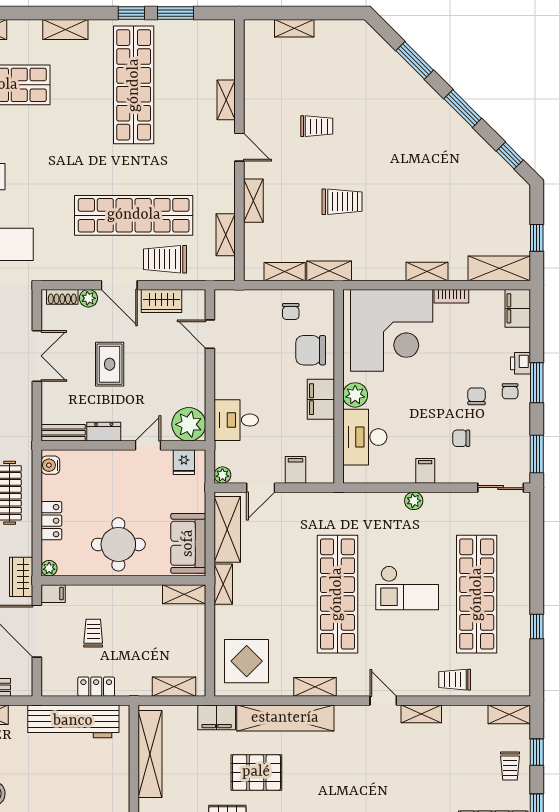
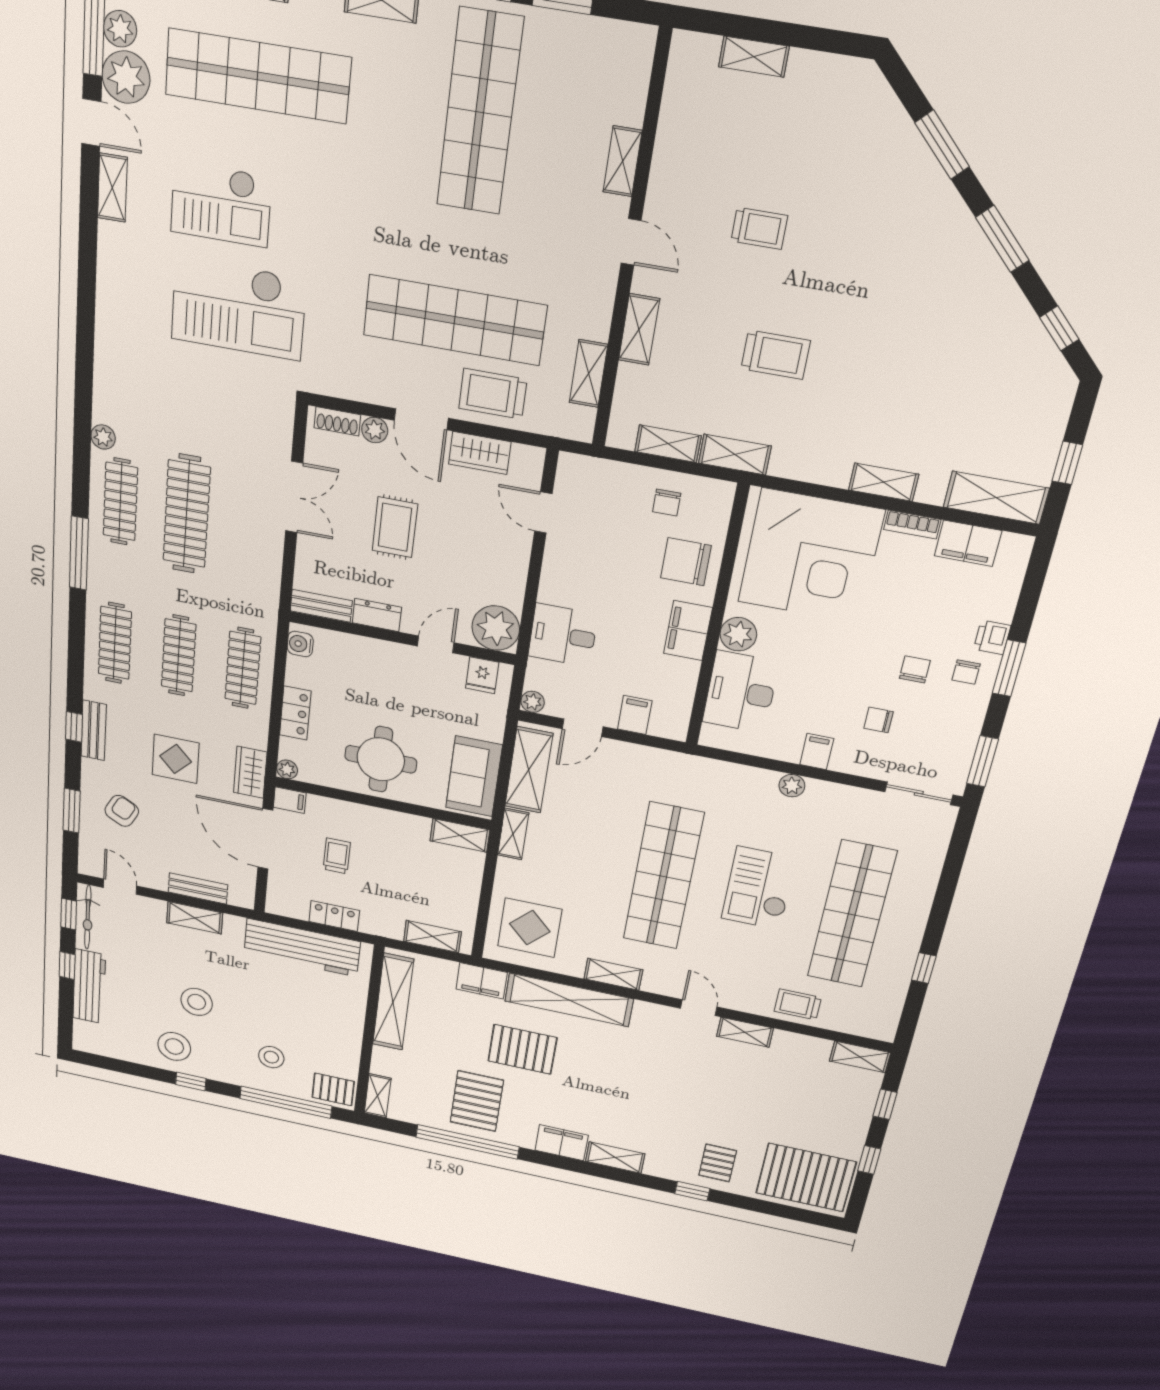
filing cabinet: (518, 308) -> (968, 543), moved, turned -90
checkout: (407, 588) -> (759, 888), turned 90
trolley: (510, 766) -> (846, 1111), removed

